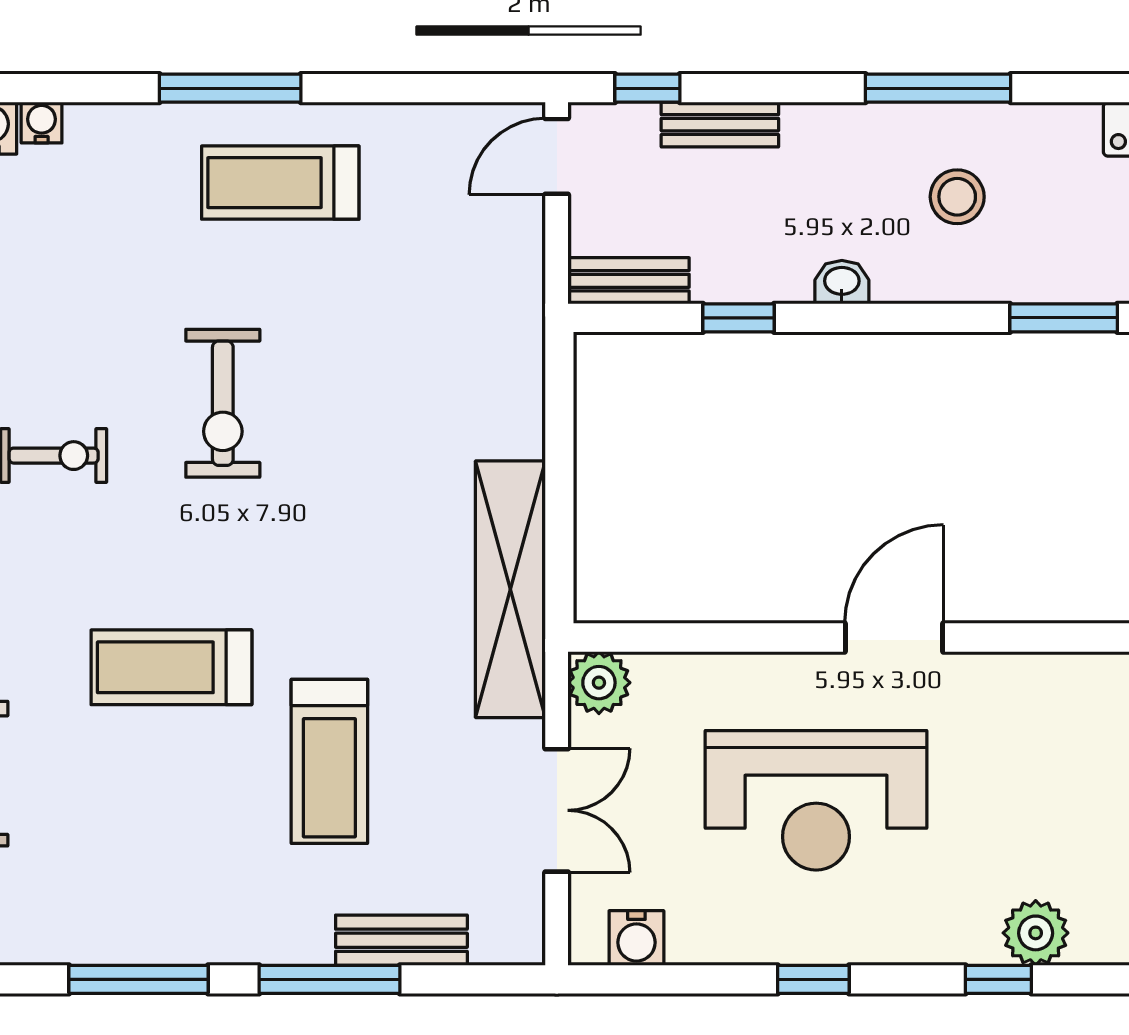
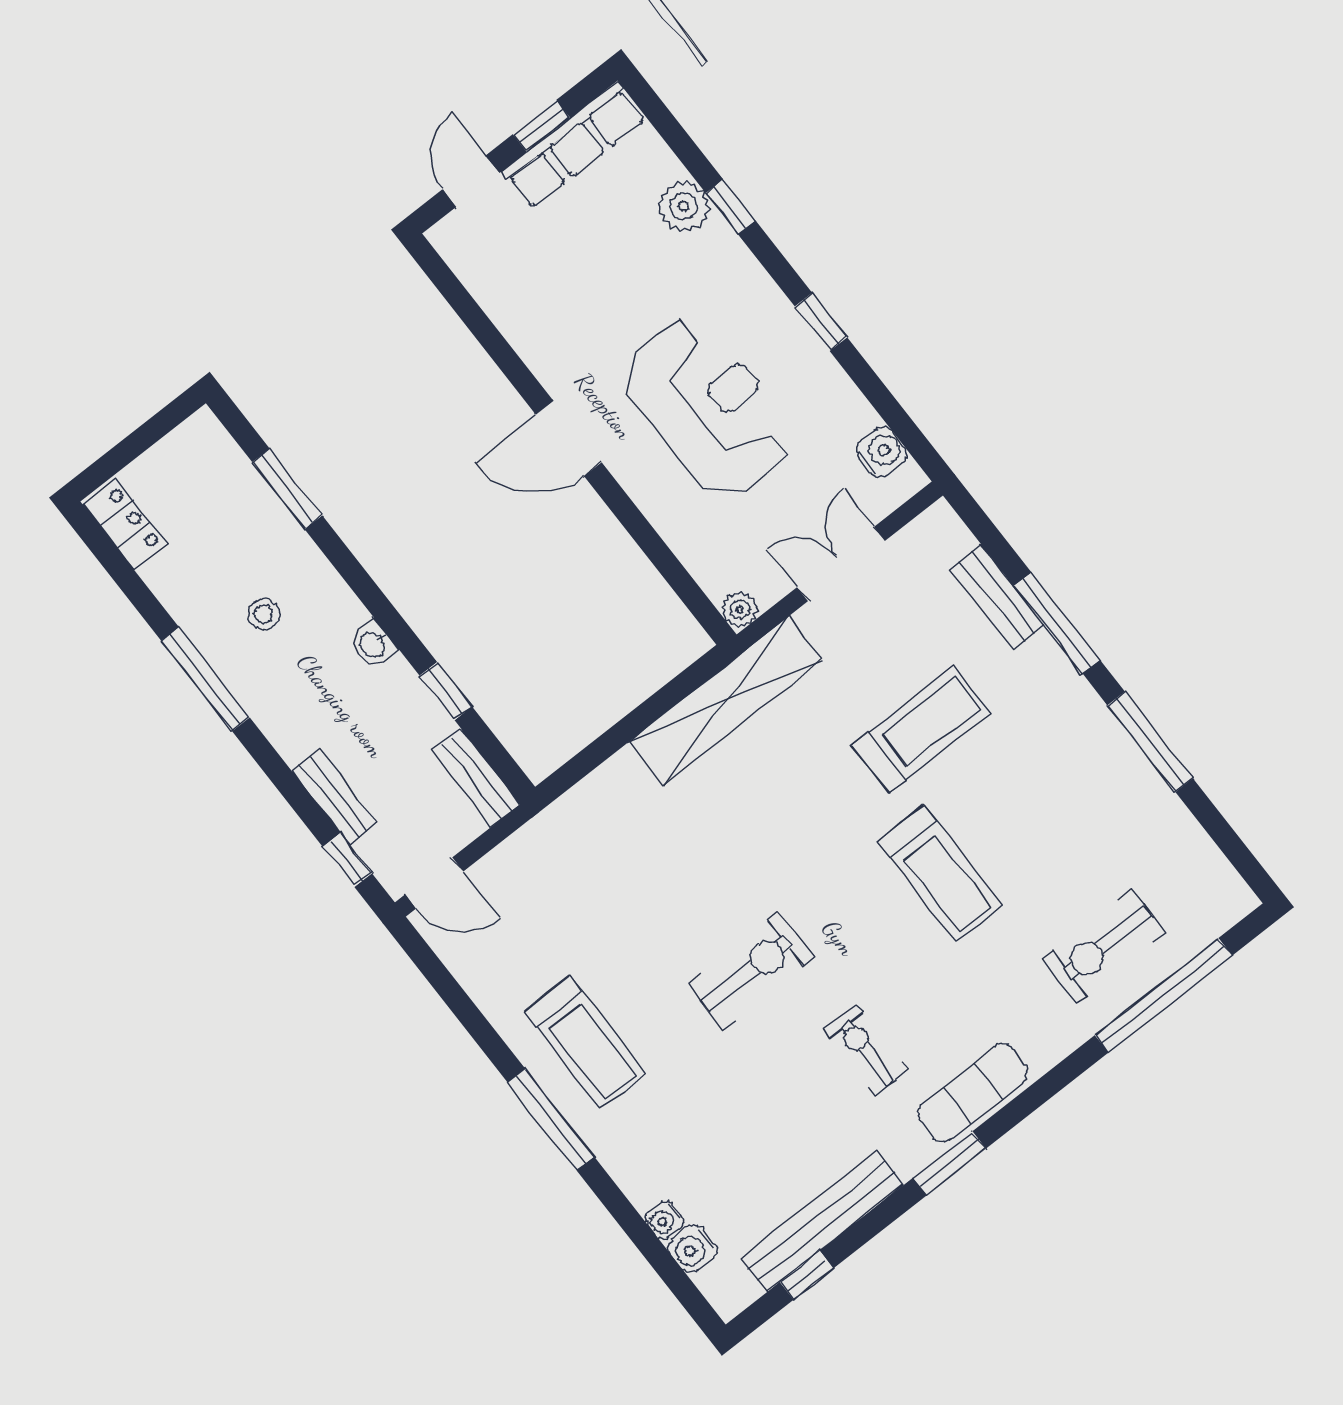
stool: (957, 197) -> (264, 614), width x0.73, depth x0.73
plant: (599, 683) -> (740, 609), width x0.73, depth x0.73

